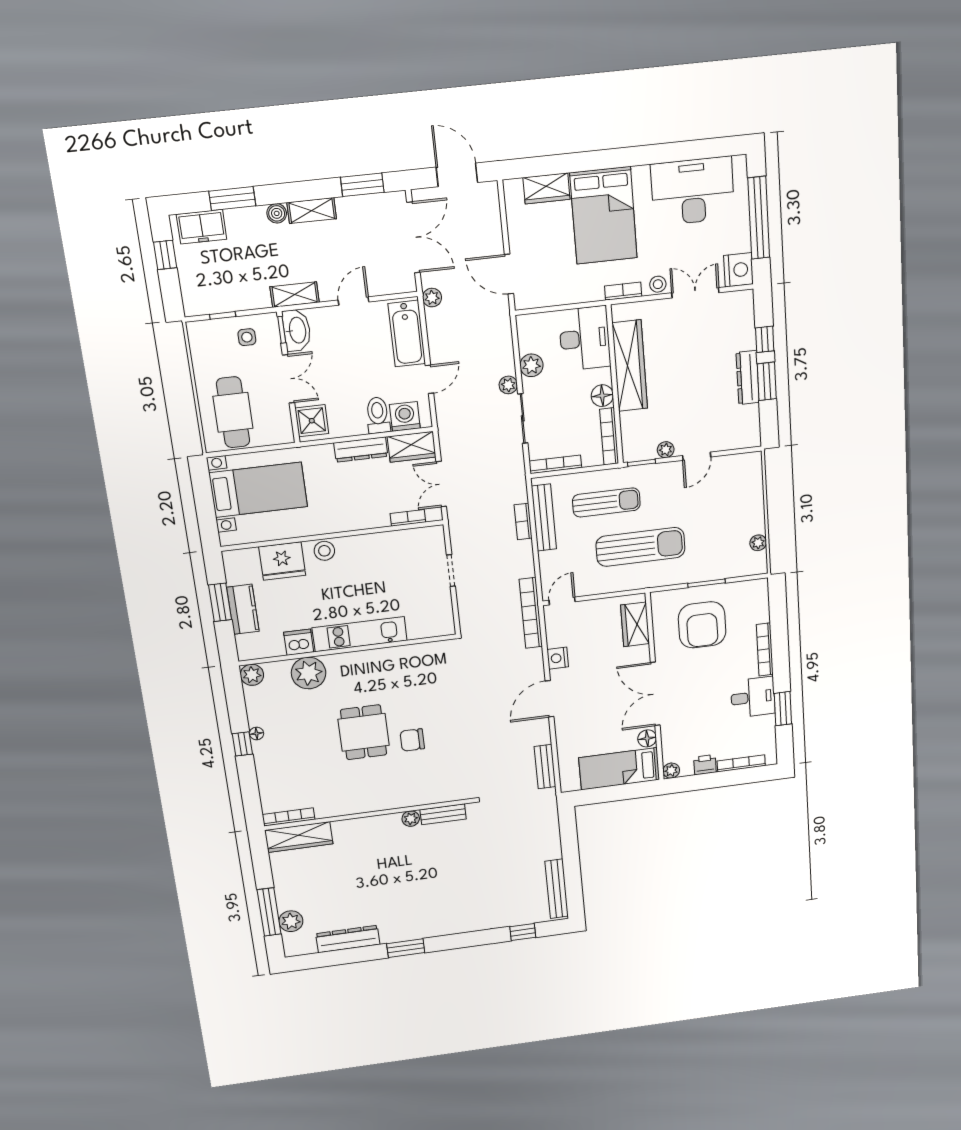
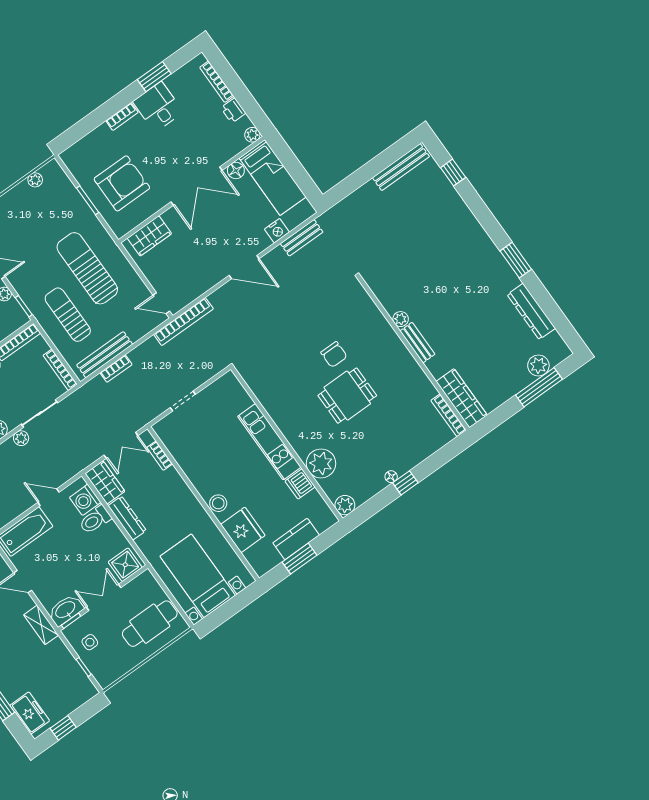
bookcase: (765, 649) -> (122, 117), width x0.64
nightstand: (558, 658) -> (277, 231), moved
bench: (443, 814) -> (417, 343), moved

